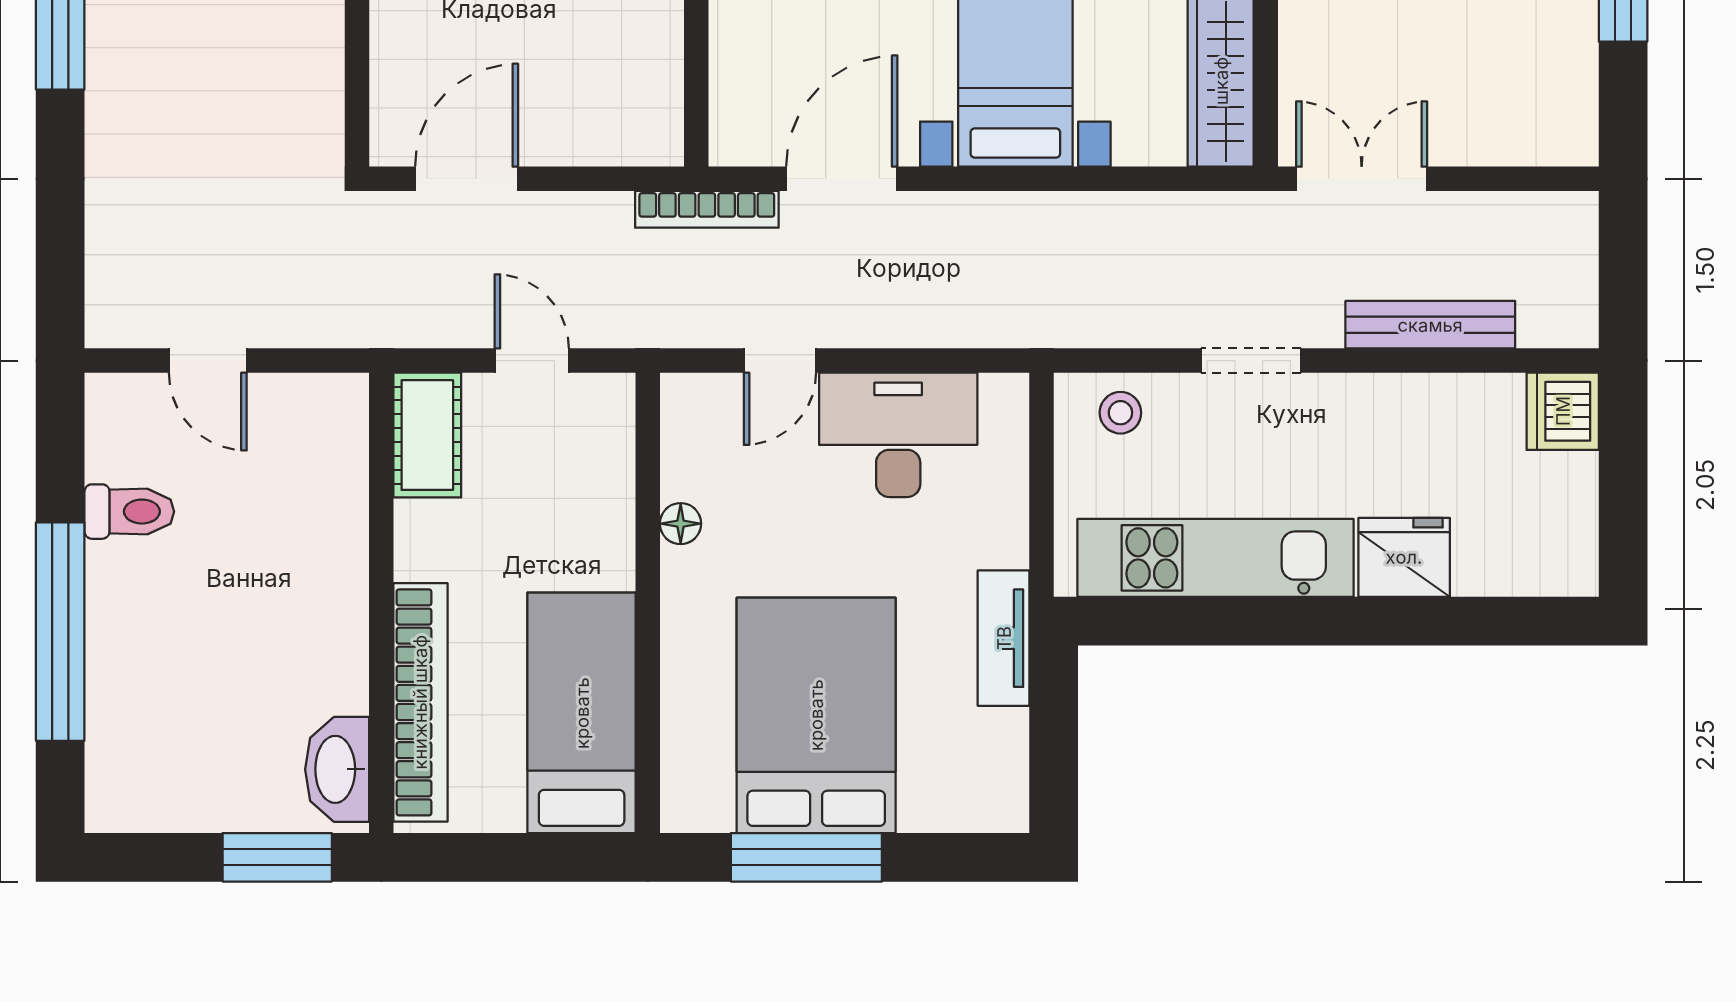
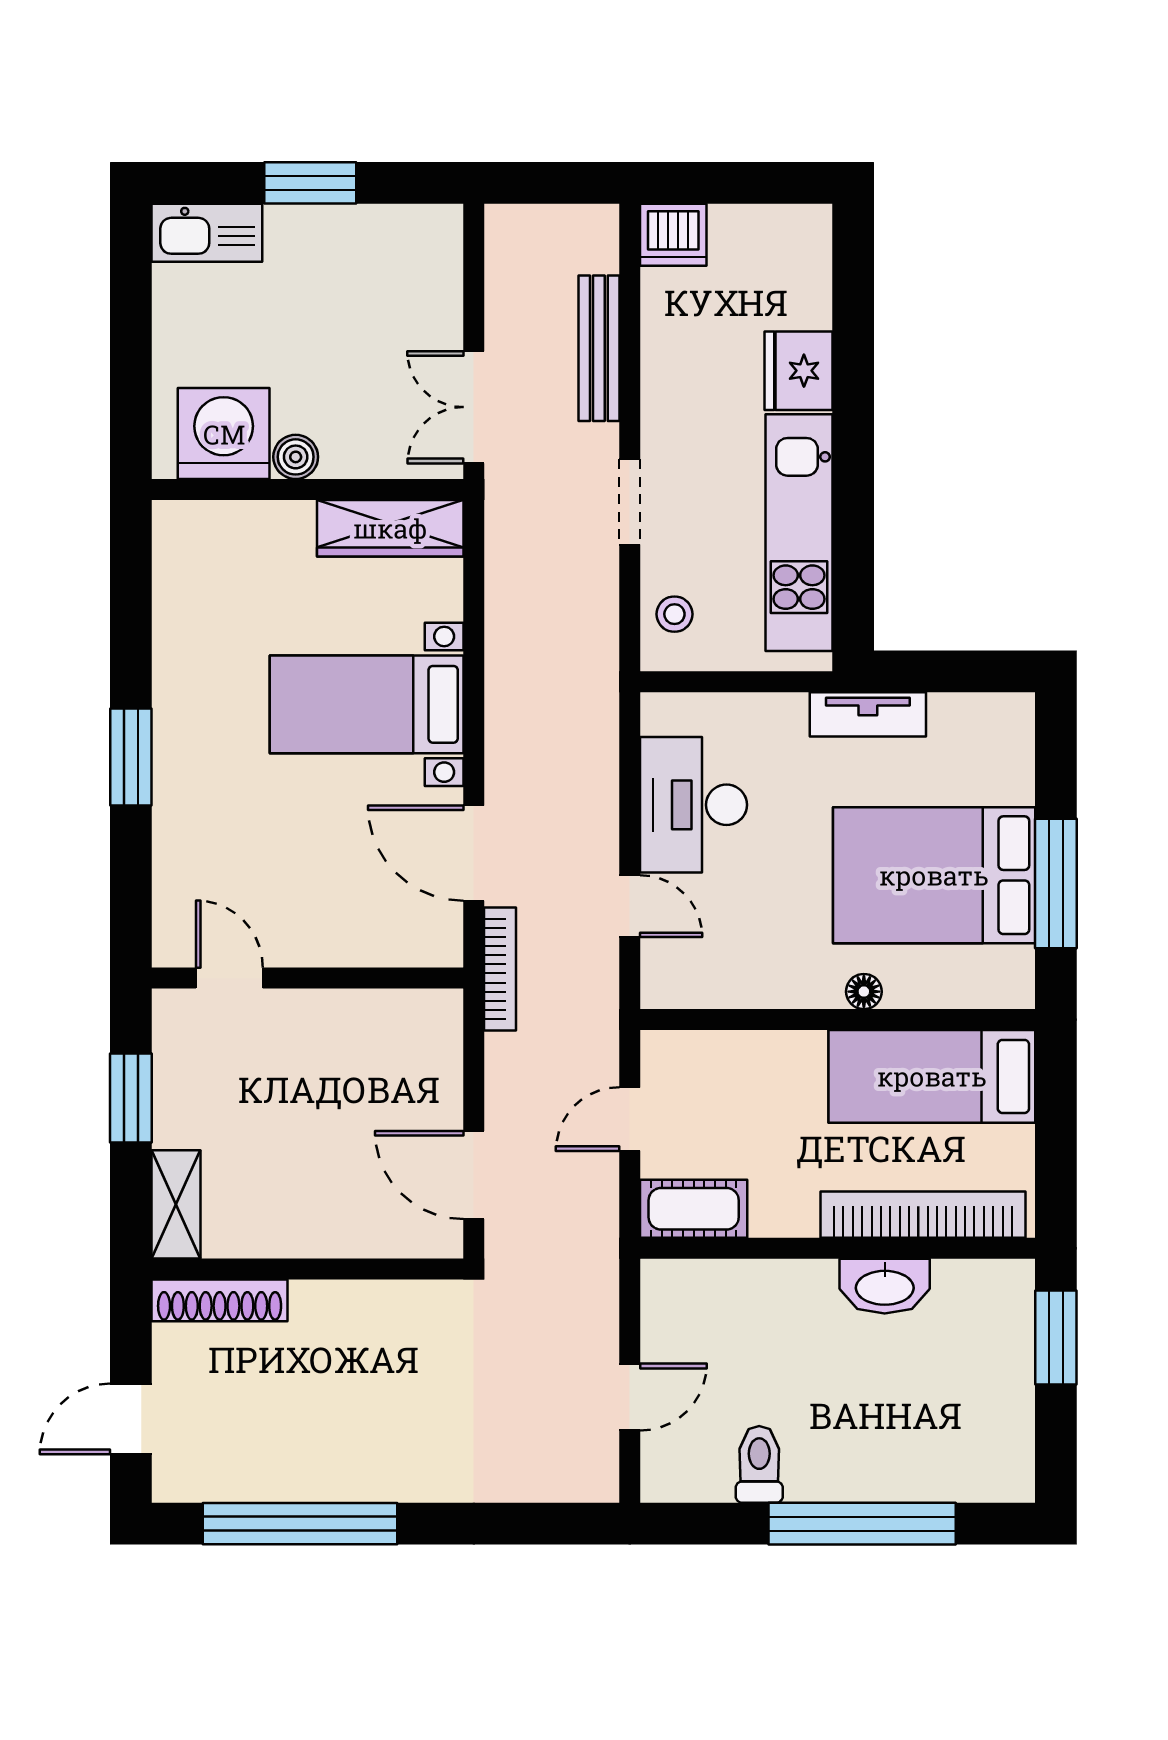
floor lamp: (681, 524) -> (864, 992), moved
washbasin: (337, 769) -> (885, 1286), moved

